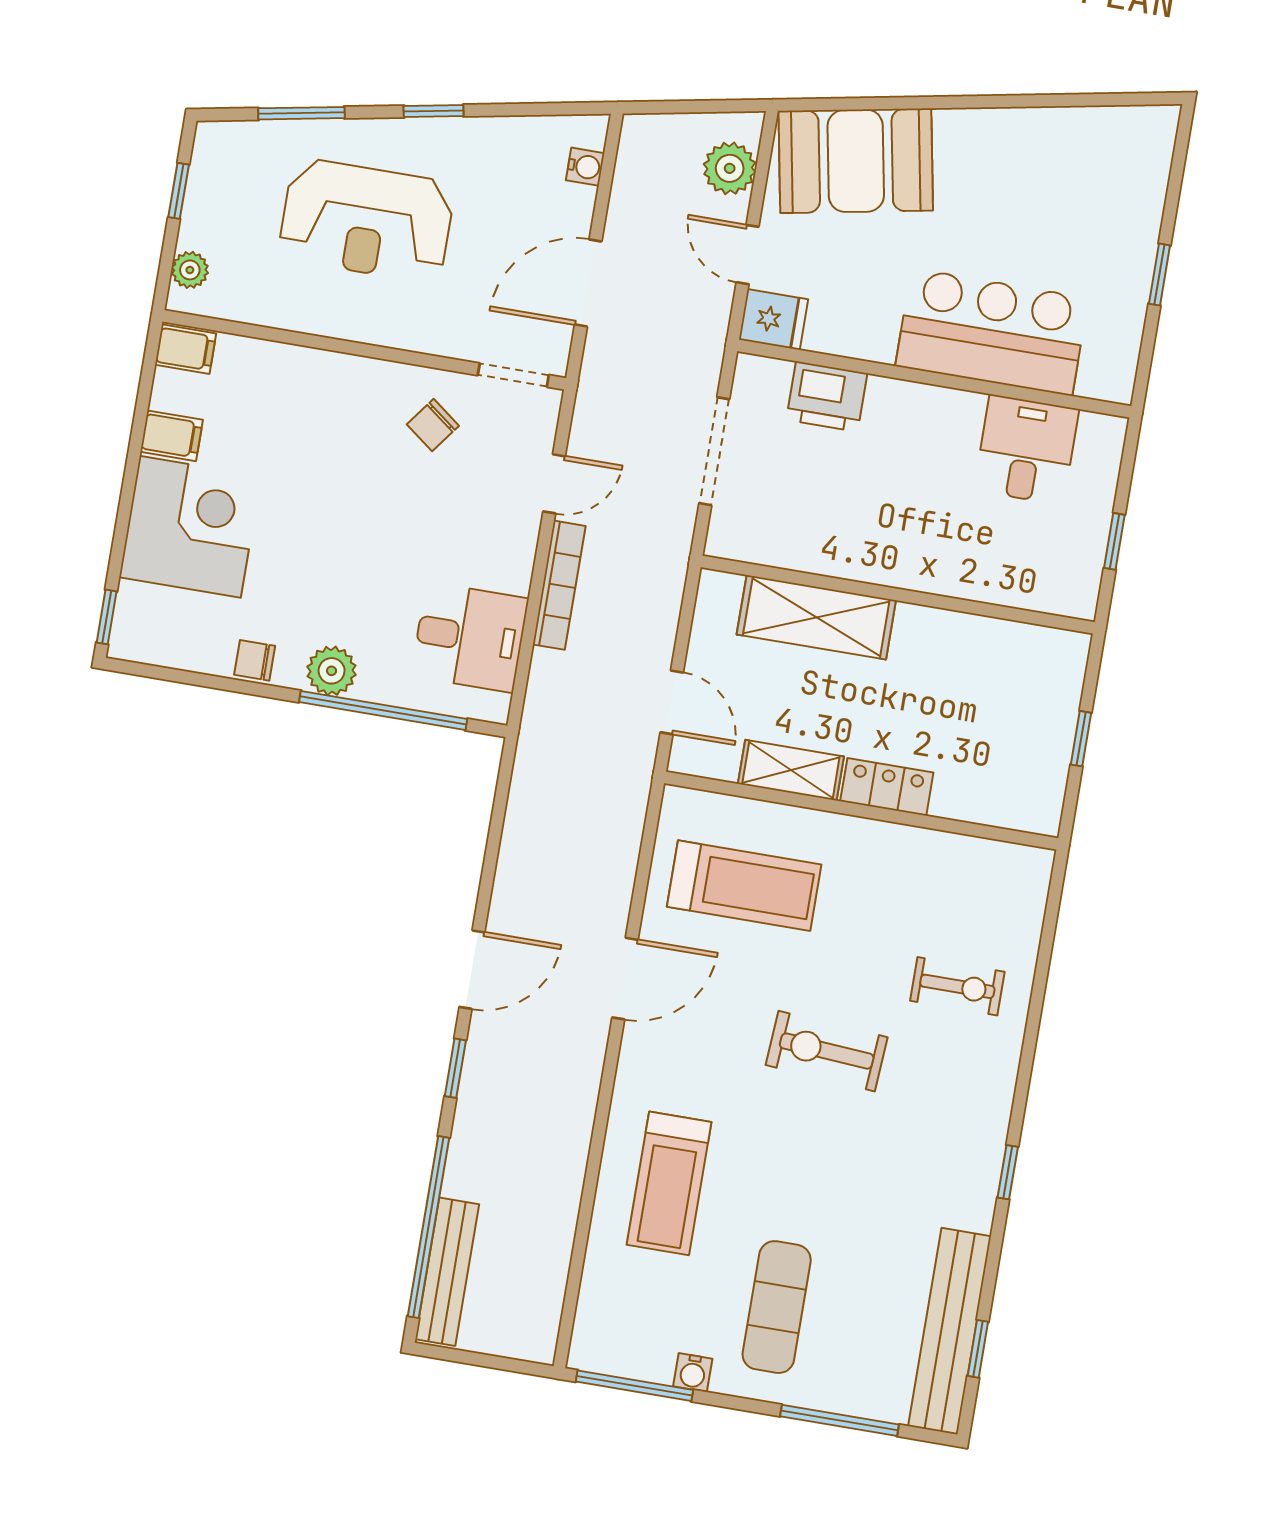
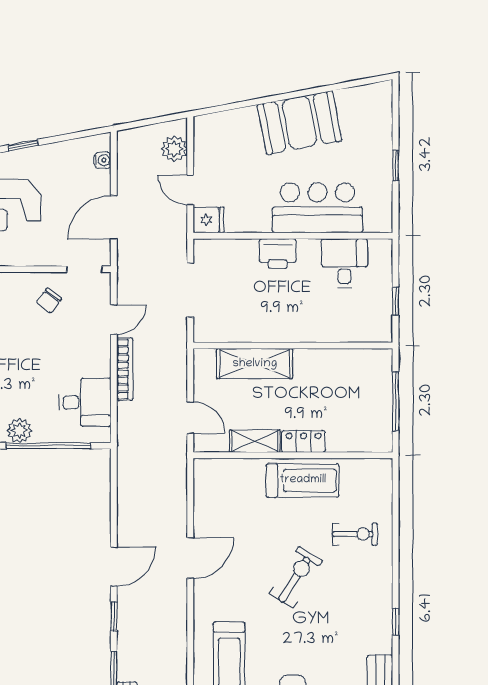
booth: (856, 161) -> (300, 123), moved
printer: (827, 397) -> (278, 254), moved
window: (1081, 739) -> (396, 401), width x2.17
treadmill: (744, 886) -> (303, 480), moved
exercise bike: (827, 1051) -> (296, 577), turned 118

